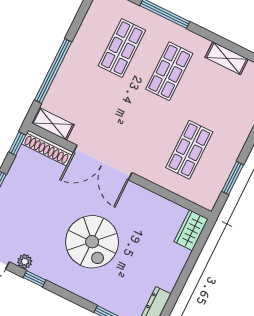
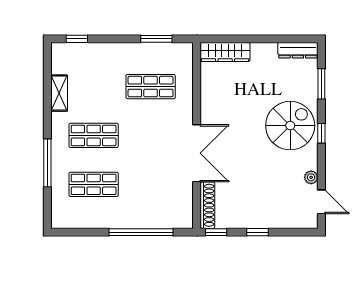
shelving: (53, 124) -> (185, 210), removed
wardrobe: (191, 230) -> (225, 52), width x1.50
spiral stairs: (92, 242) -> (290, 126), moved
window: (35, 279) -> (321, 133), moved

